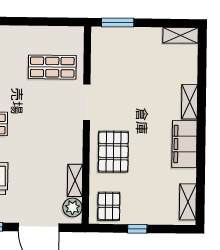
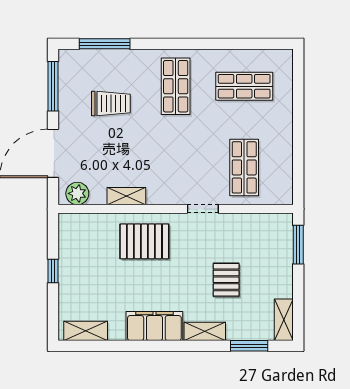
window: (202, 65) -> (249, 346), added
doorway: (87, 102) -> (203, 209), width x0.73
shelving: (75, 180) -> (126, 196), moved
pallet: (109, 206) -> (226, 280), moved, turned 90

